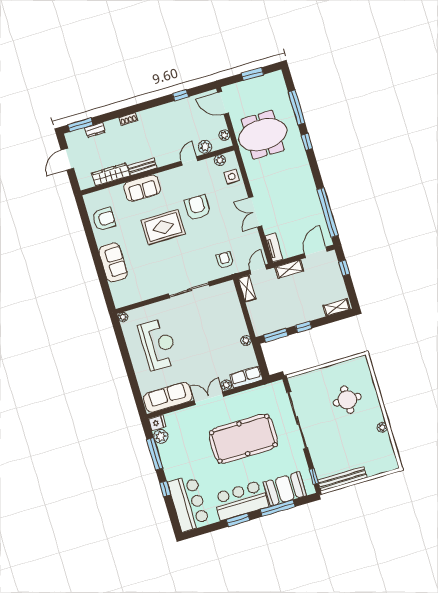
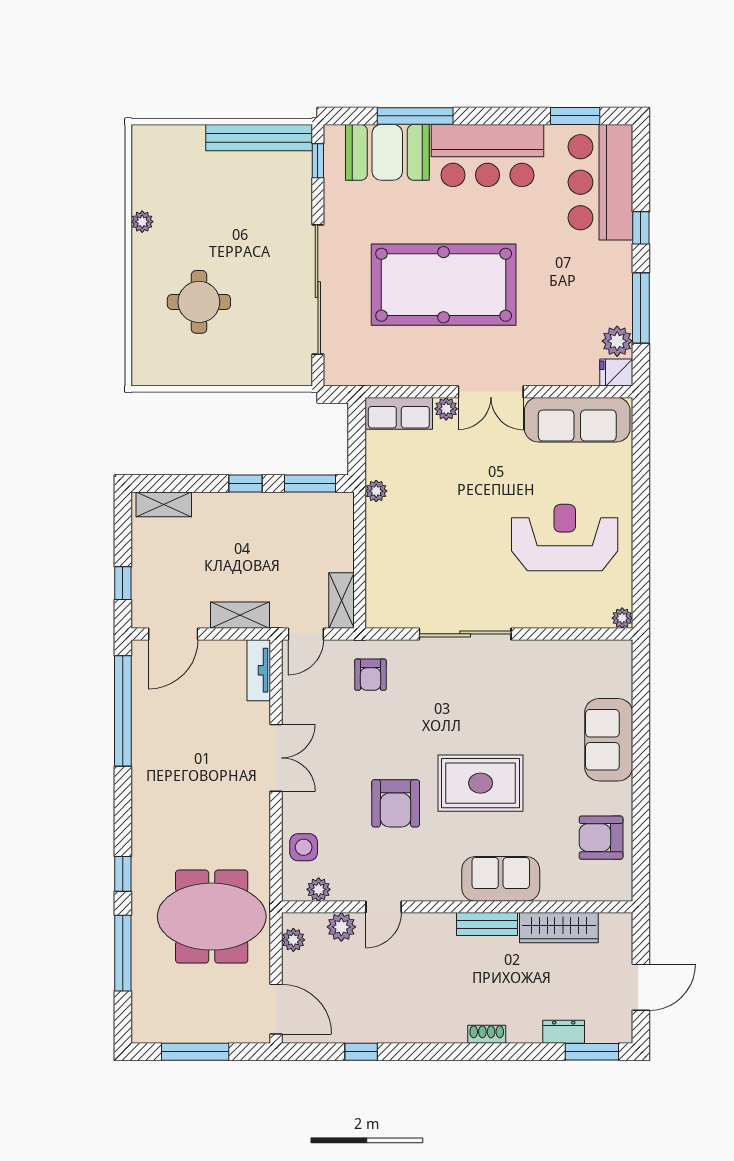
window: (252, 74) -> (195, 1052), width x1.44
reception desk: (158, 345) -> (565, 538), turned 90
window: (238, 520) -> (575, 116), moved

